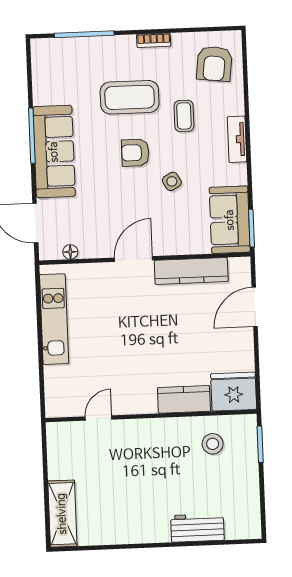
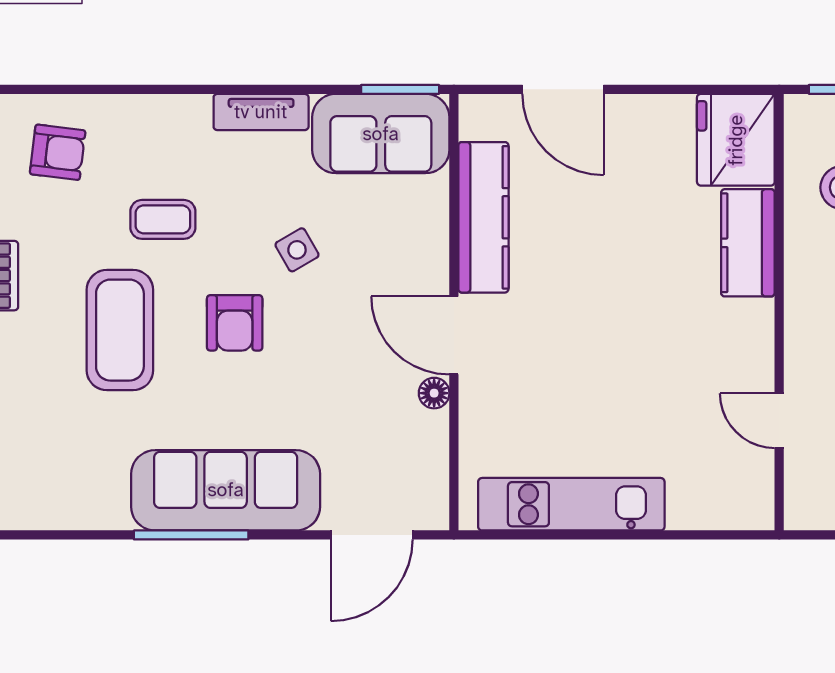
armchair: (214, 64) -> (58, 152), width x0.72, depth x0.72
tv unit: (237, 139) -> (261, 112), moved
floor lamp: (70, 252) -> (434, 393), moved

